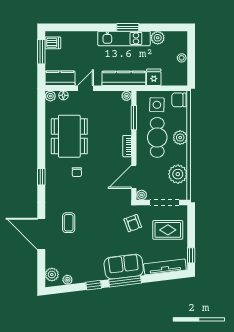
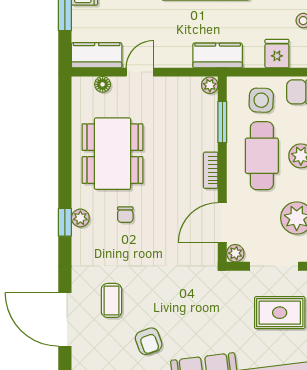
fridge: (154, 77) -> (277, 54), moved
kitchen counter: (124, 78) -> (218, 55), width x0.67
plant: (50, 96) -> (80, 218), moved
armchair: (133, 223) -> (149, 341), moved

